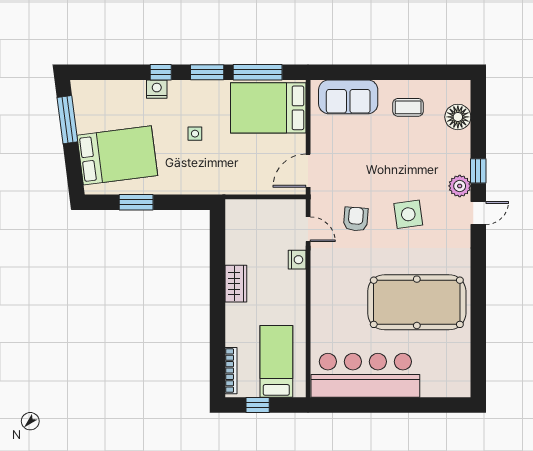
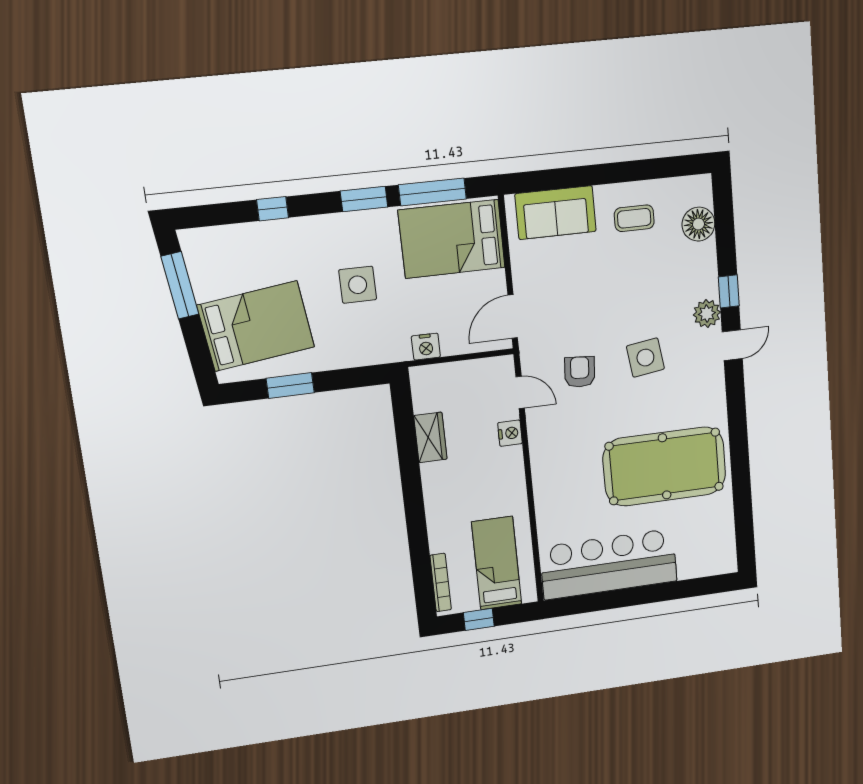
window: (161, 72) -> (272, 209), moved
nightstand: (157, 89) -> (426, 347), moved, turned 180
side table: (195, 134) -> (358, 285), width x1.87, depth x1.87
wardrobe: (236, 284) -> (430, 437), moved

